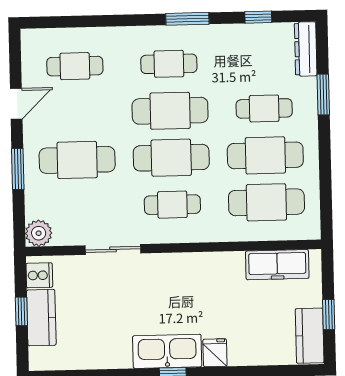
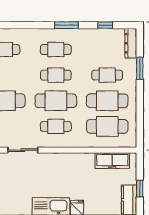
cafe table: (170, 111) -> (56, 75), width x0.73, depth x0.74

